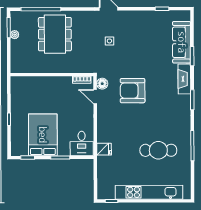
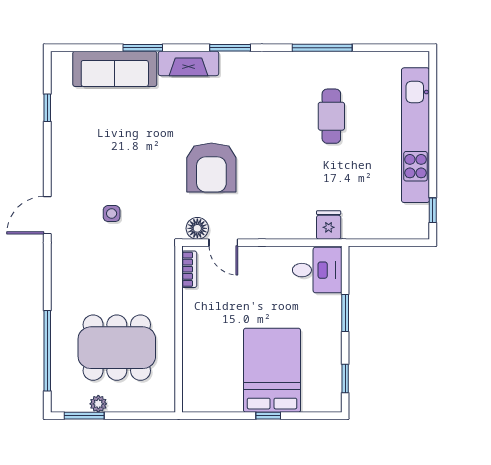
dining table: (55, 34) -> (117, 348), moved
door: (95, 97) -> (223, 243), hinge flipped
bed: (43, 135) -> (272, 370), moved, turned 90
cafe table: (158, 150) -> (331, 116), width x0.73, depth x0.74

